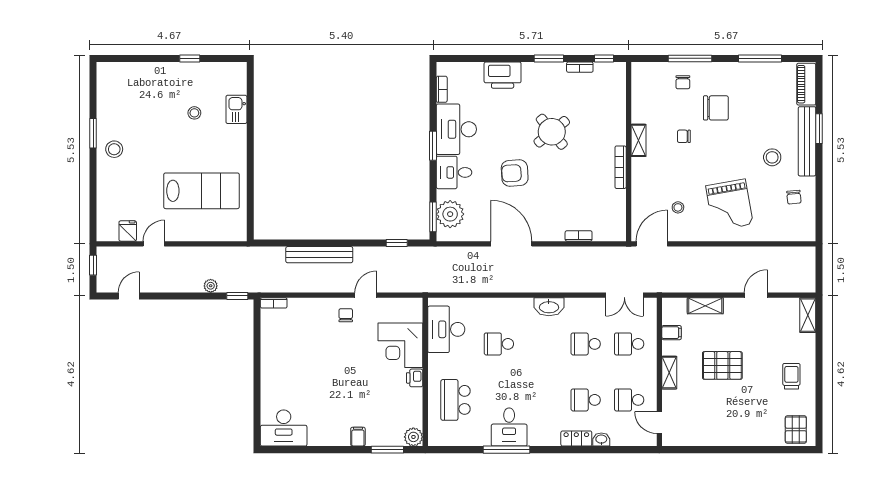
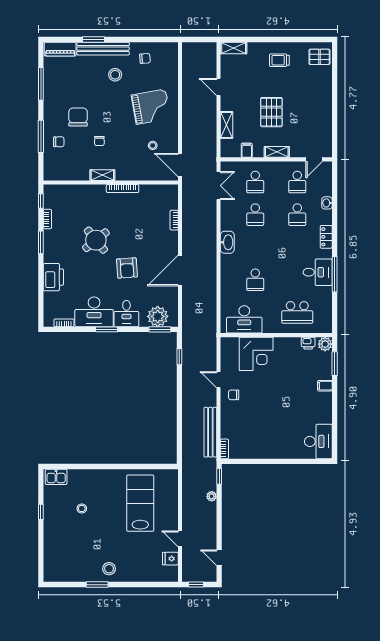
kitchen sink: (236, 109) -> (56, 477), moved
bench: (319, 255) -> (210, 432), moved
printer: (415, 378) -> (308, 343), moved
locker: (576, 439) -> (326, 237), moved

